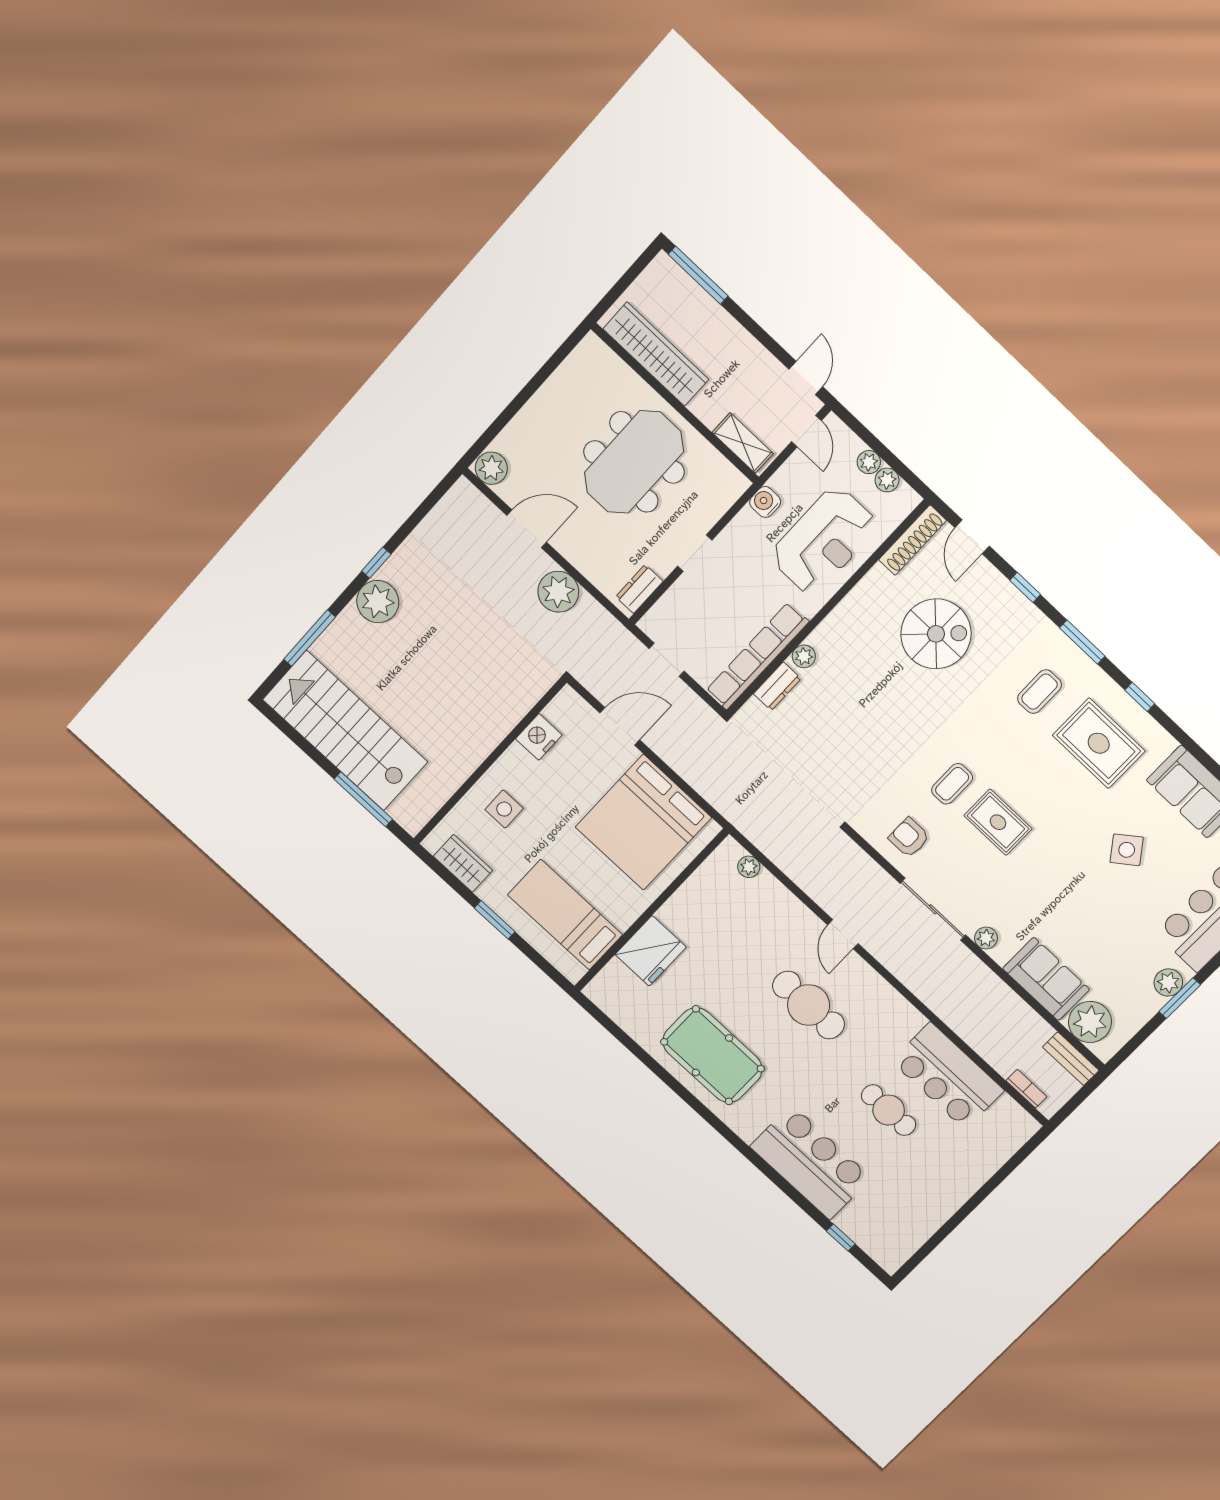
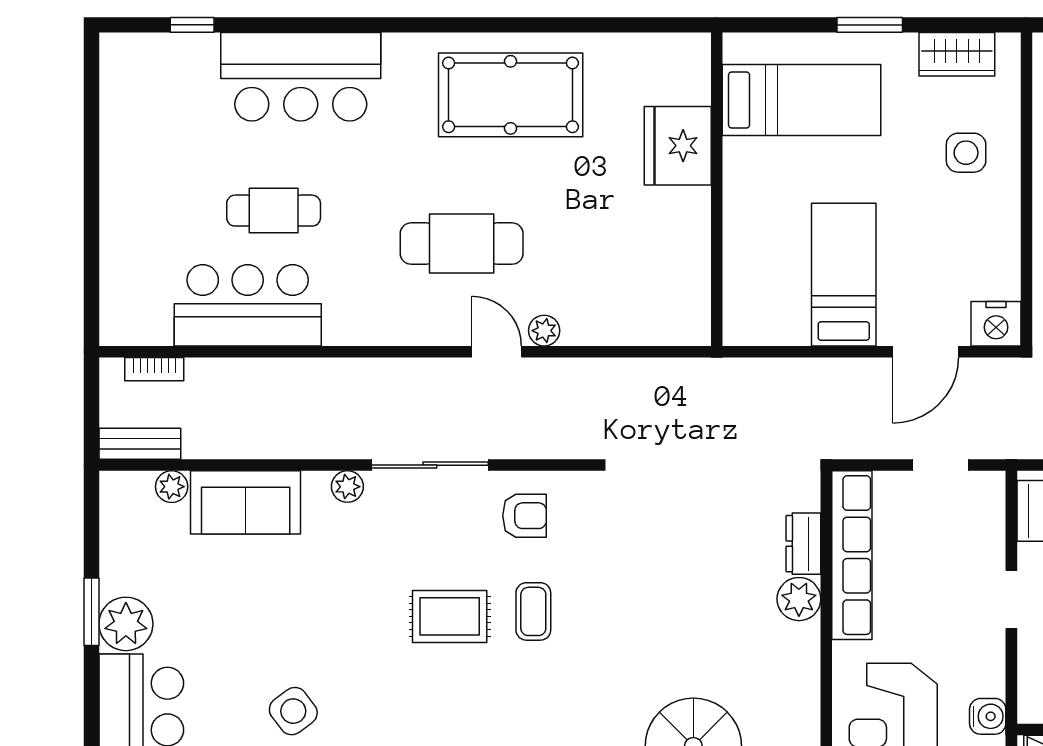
plant: (804, 656) -> (799, 599), width x1.38, depth x1.38
nightstand: (539, 737) -> (996, 324), moved, turned 90
bed: (643, 822) -> (844, 275), width x0.49
plant: (749, 867) -> (544, 331), moved
plant: (1168, 982) -> (126, 624), width x1.36, depth x1.36
plant: (1090, 1022) -> (172, 487), width x0.53, depth x0.53

